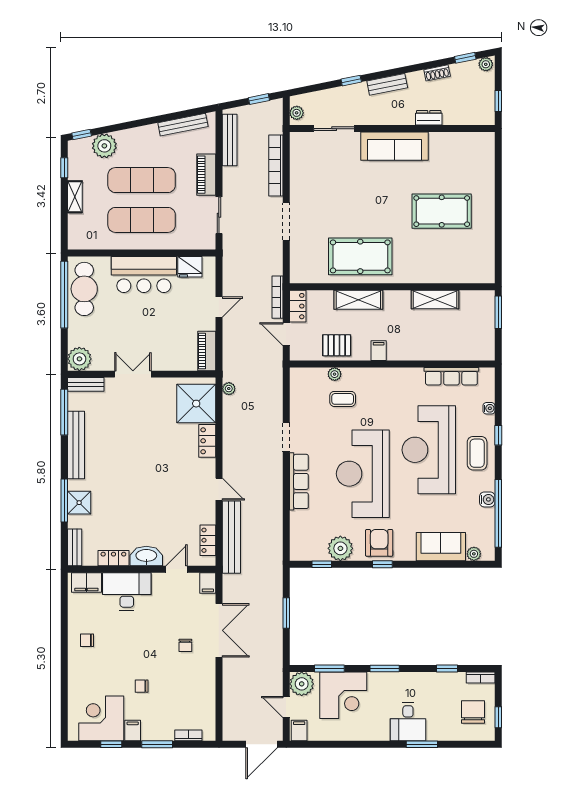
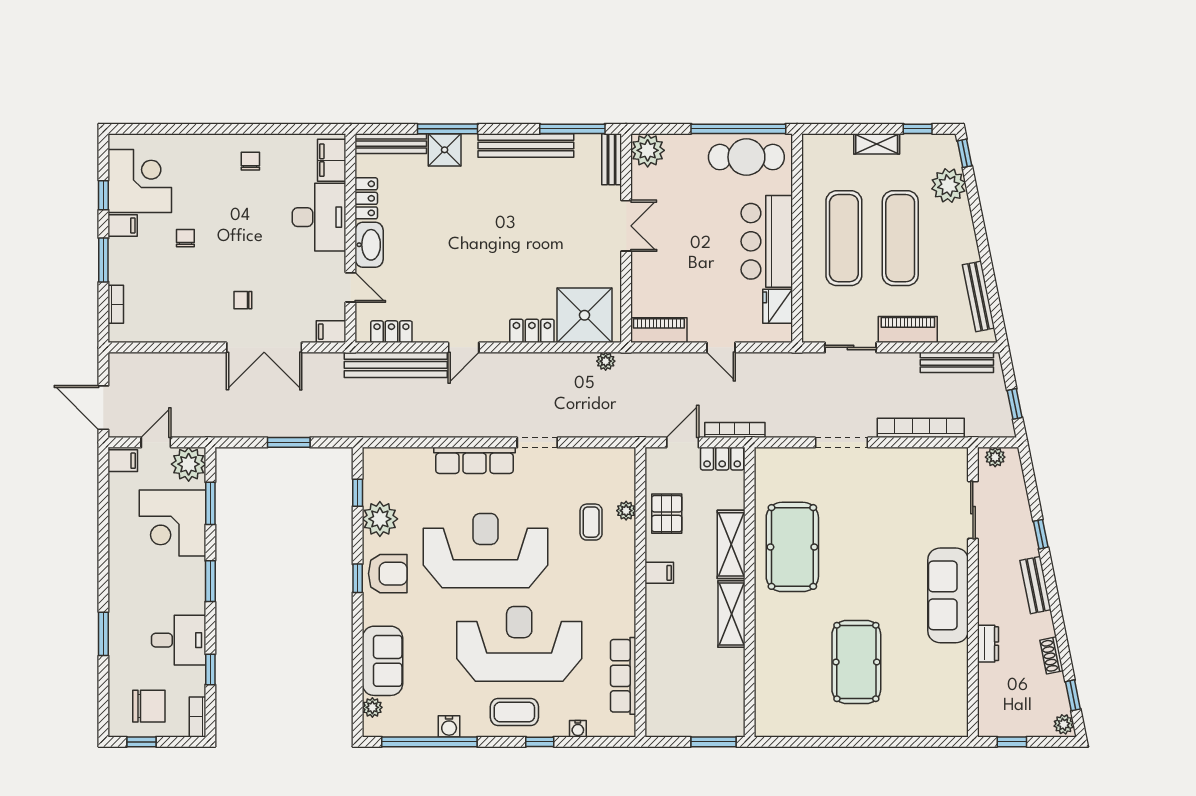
shelving: (435, 300) -> (731, 614), moved
bench: (75, 547) -> (391, 144), width x1.36
desk: (408, 722) -> (179, 640), moved, turned 180

